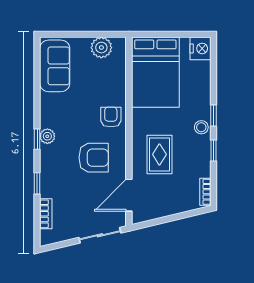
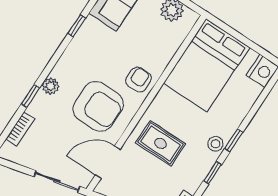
plant: (47, 136) -> (51, 86), moved
window: (37, 139) -> (77, 26), moved
rug: (159, 154) -> (161, 143), turned 90
armchair: (94, 158) -> (98, 106), width x1.36, depth x1.36

